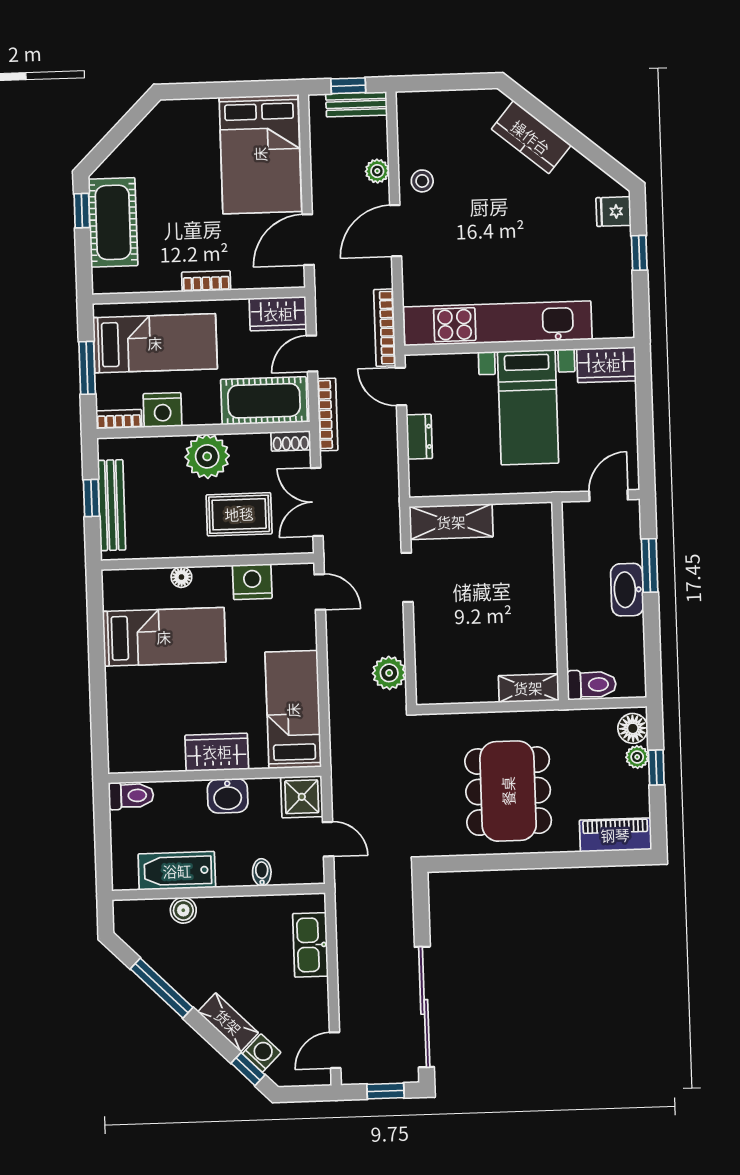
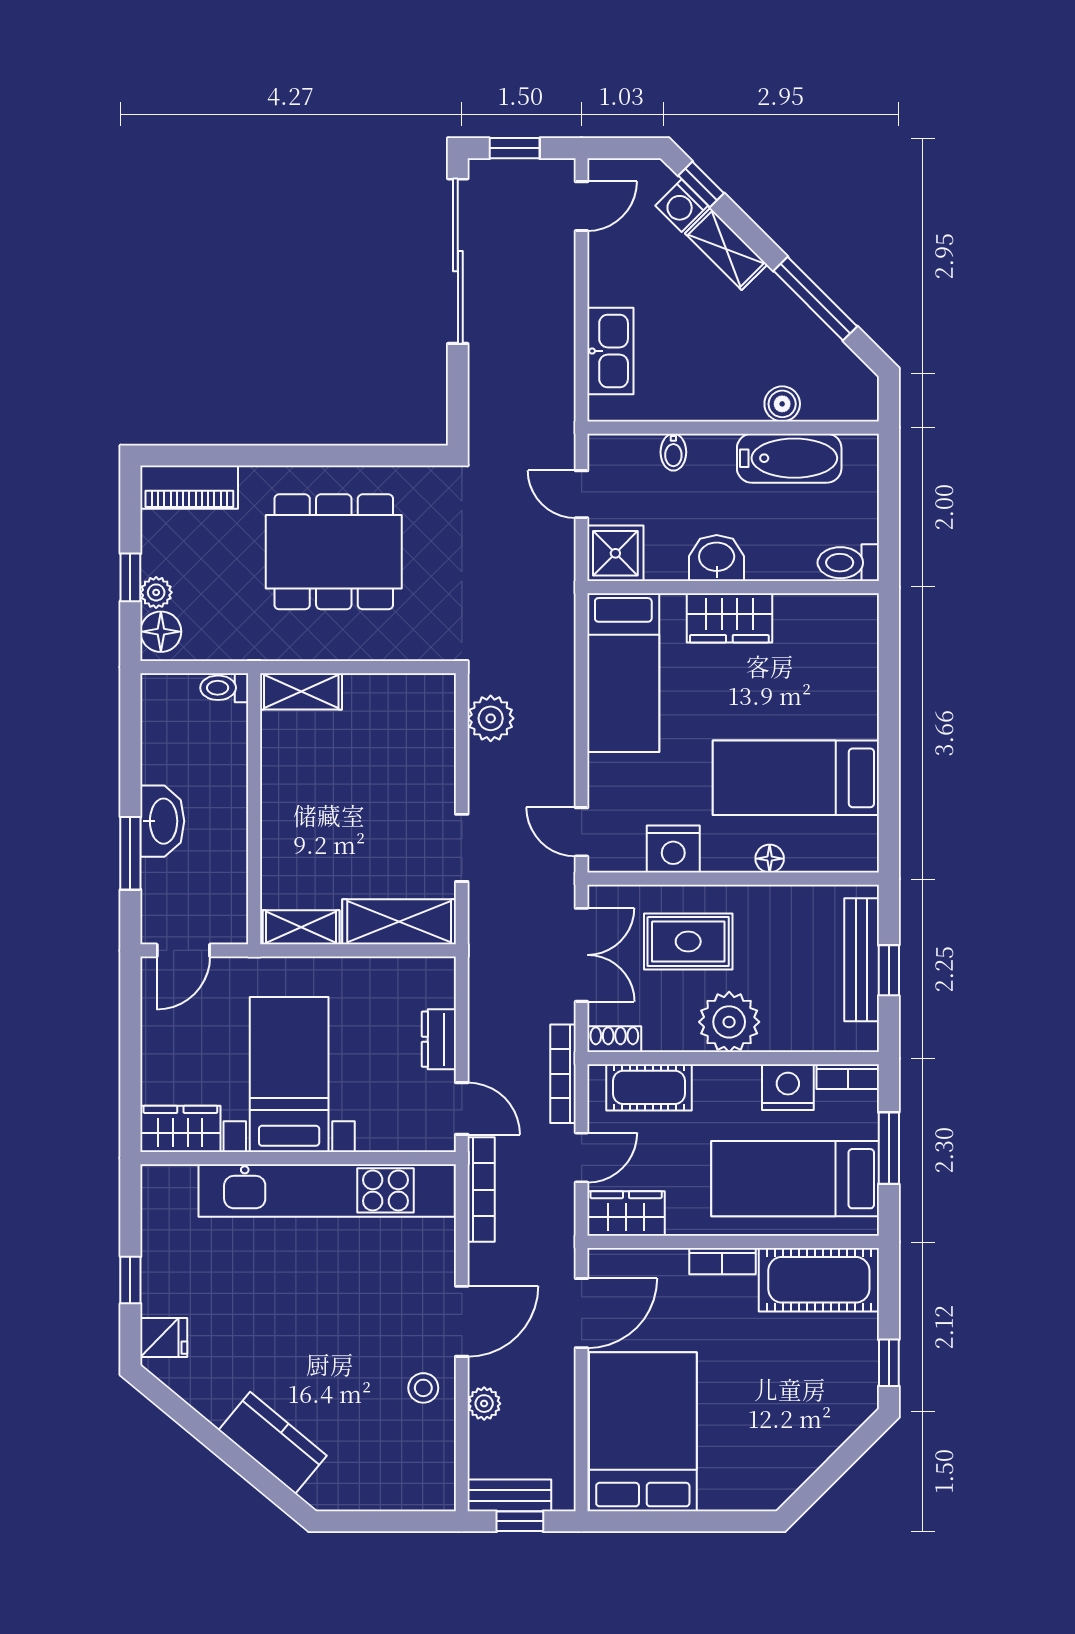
cot: (113, 222) -> (819, 1280), moved, turned 90
cot: (264, 401) -> (649, 1087), width x0.73, depth x0.75
shelving: (523, 515) -> (301, 927), added
toilet: (592, 685) -> (224, 688), width x0.73, depth x0.72
dining table: (508, 791) -> (334, 552), turned 90

